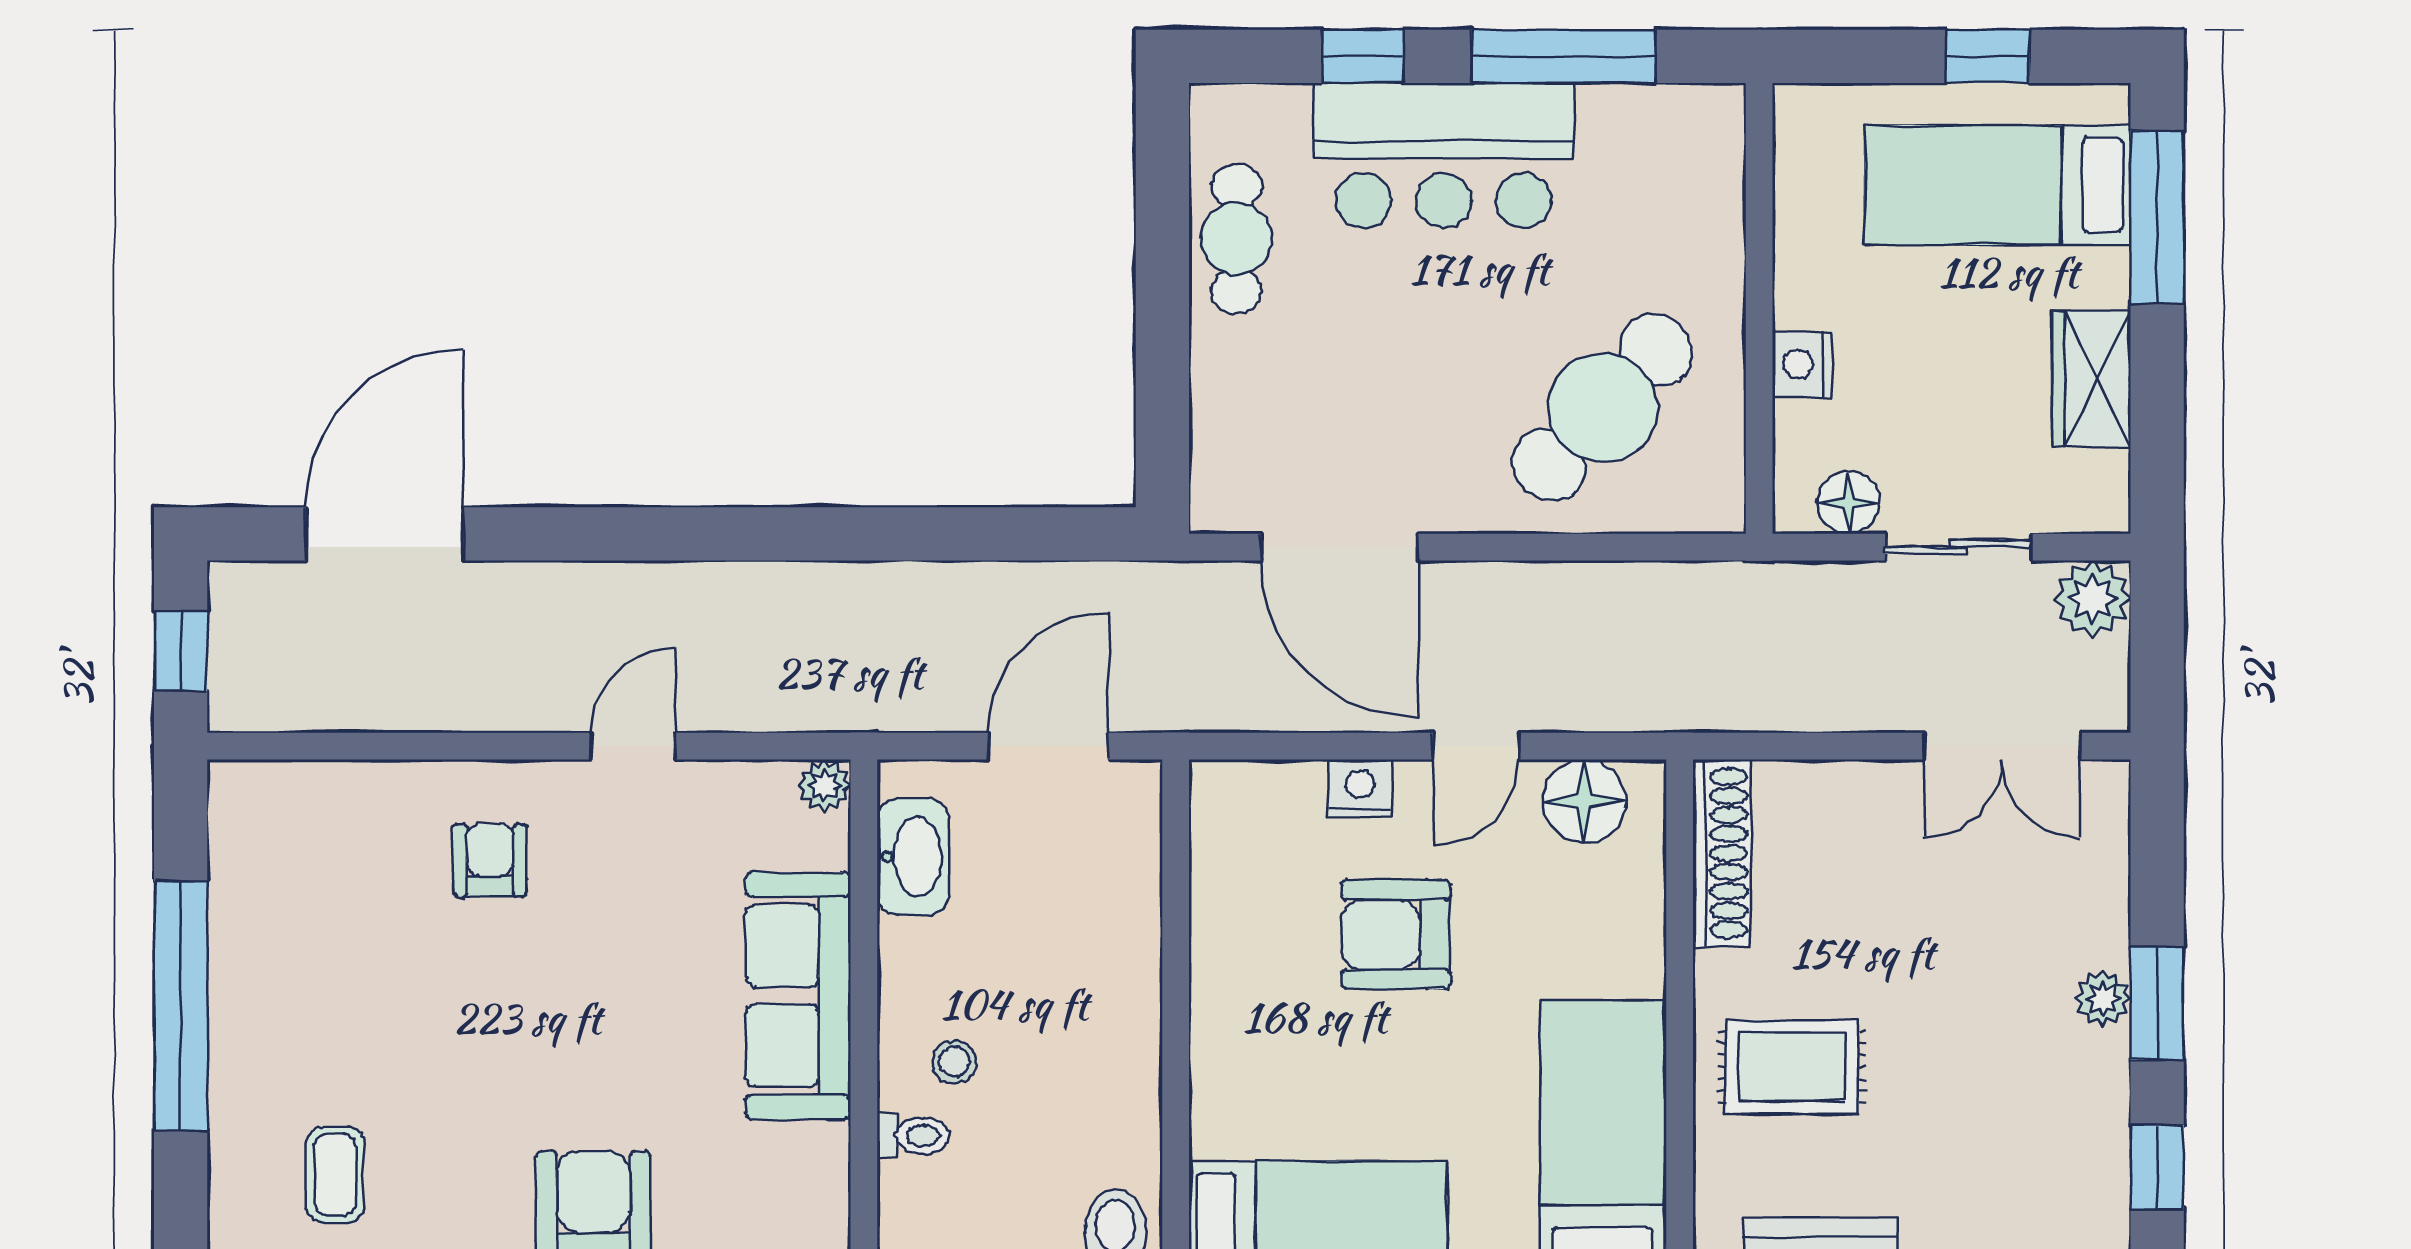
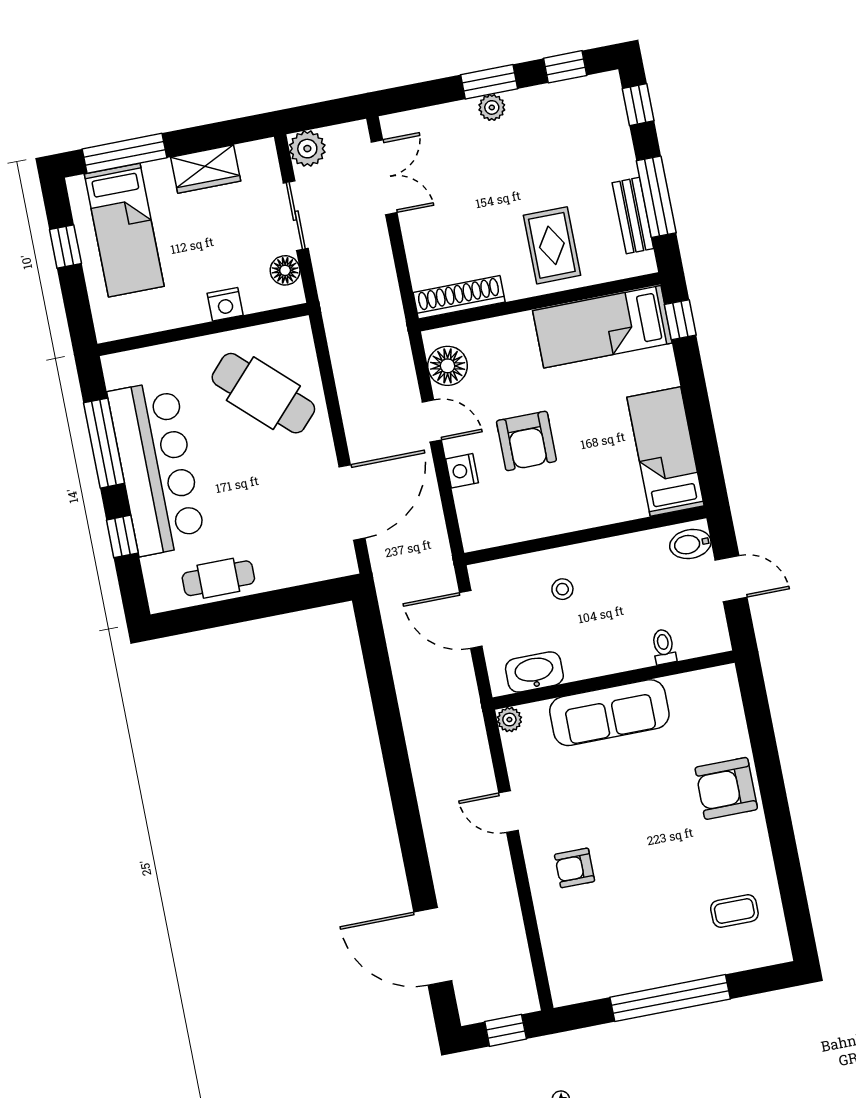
bar counter: (1443, 156) -> (157, 468), width x1.36
stool: (954, 1062) -> (562, 589), moved

